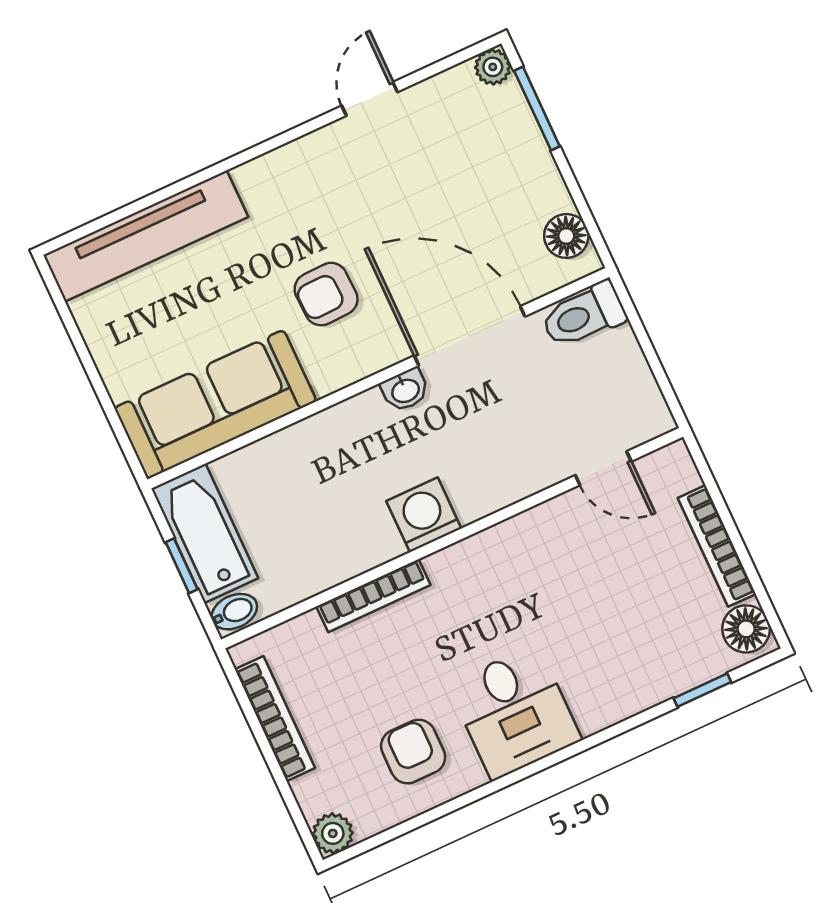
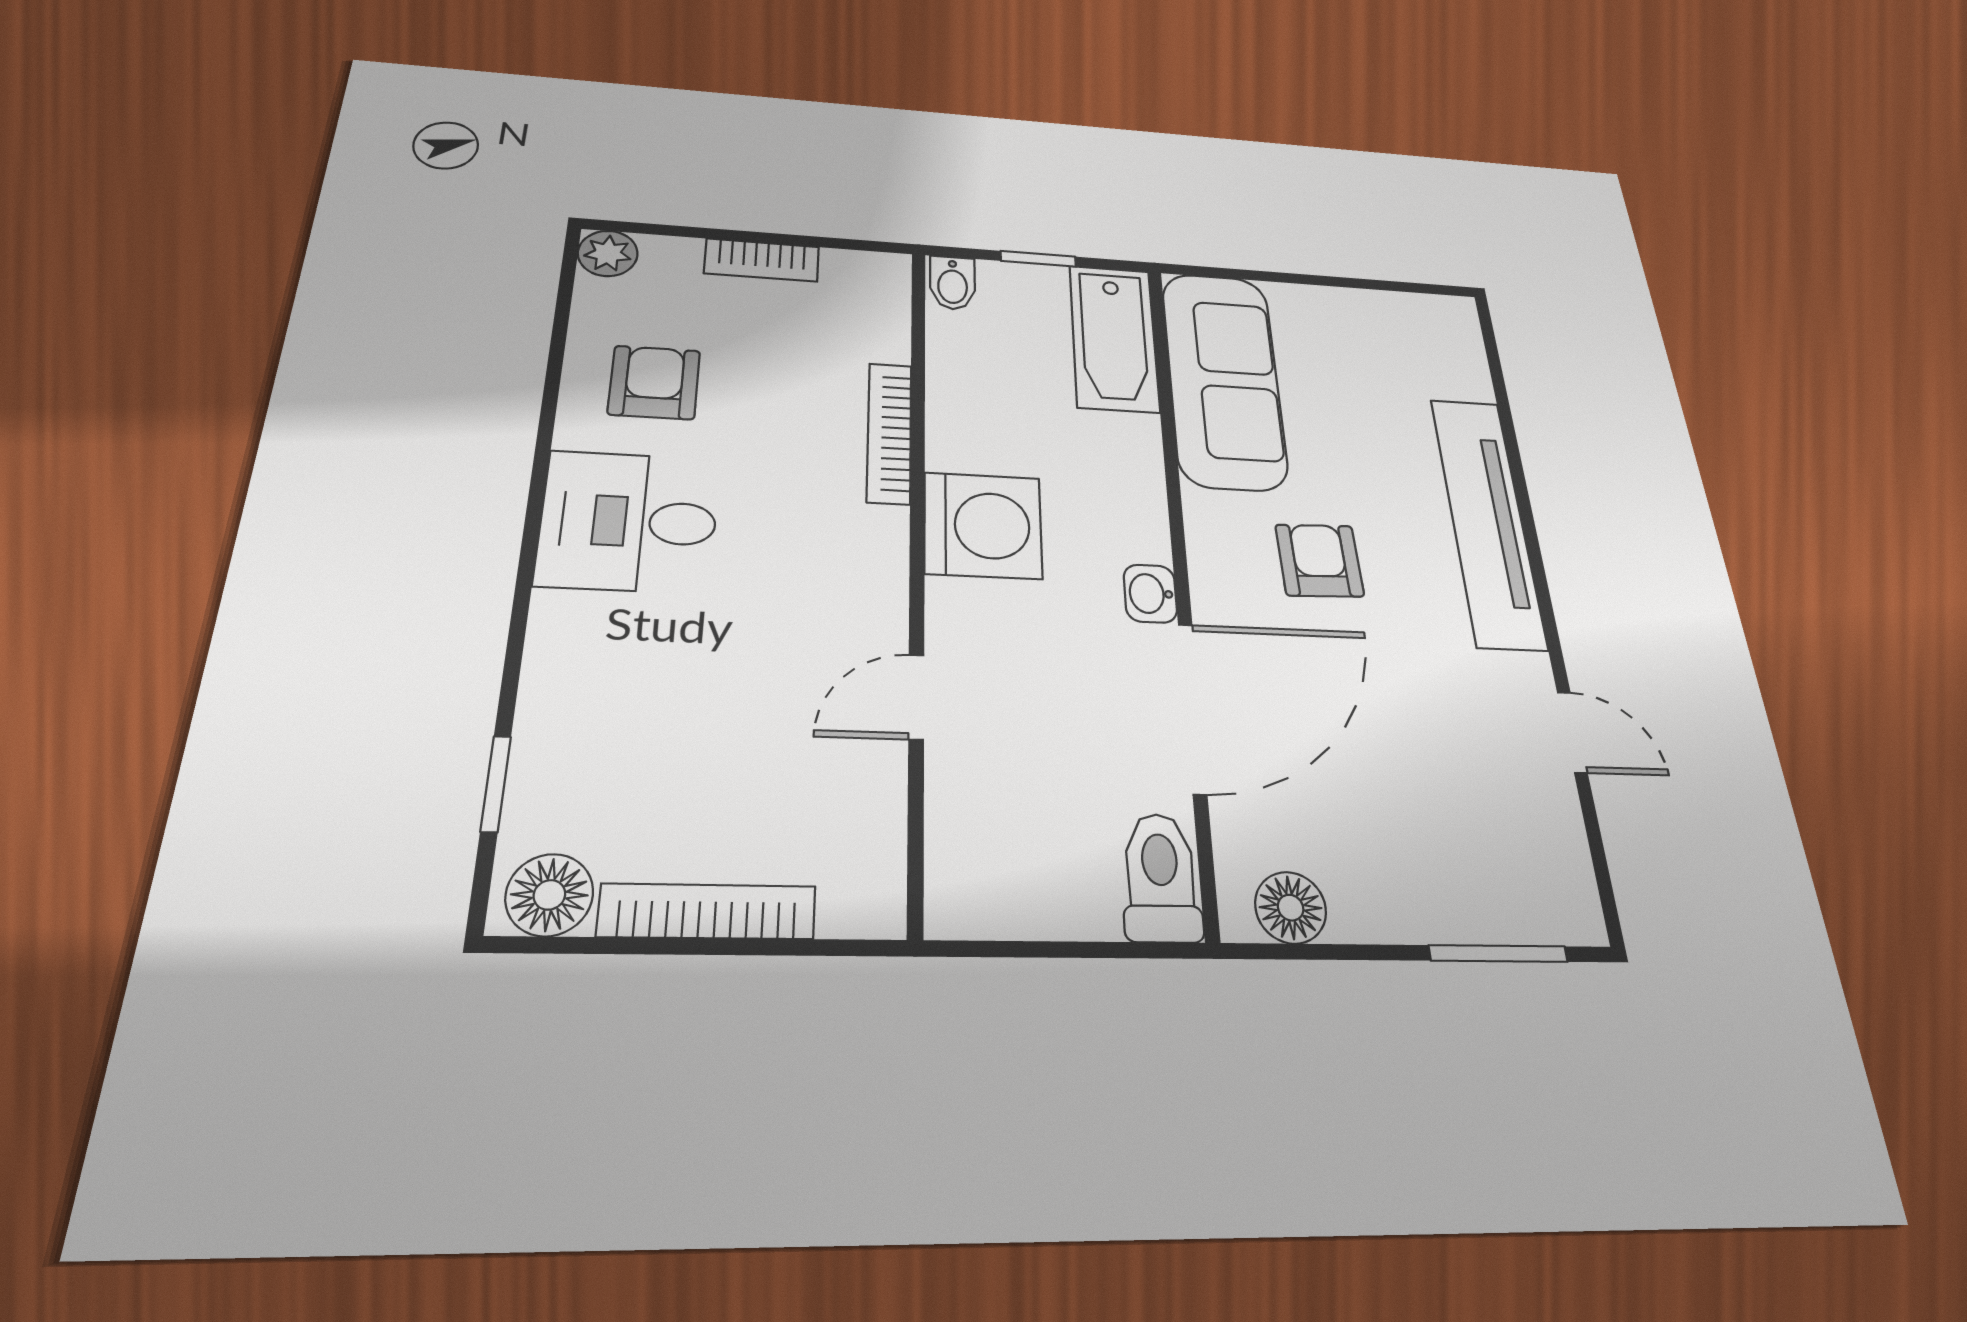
plant: (493, 67) -> (1578, 918), removed
tv unit: (146, 236) -> (1487, 521), moved
door: (603, 468) -> (916, 697), moved
washing machine: (424, 515) -> (983, 525), width x1.37, depth x1.37
bathtub: (205, 533) -> (1114, 338), moved, turned 90
bookcase: (275, 719) -> (762, 260), width x0.64
armchair: (413, 752) -> (654, 382), turned -90

